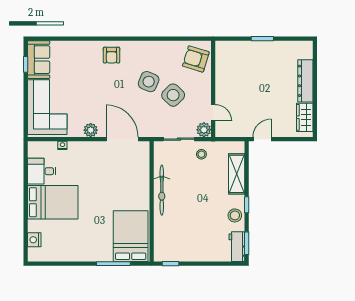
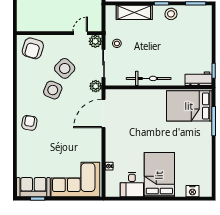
armchair: (111, 55) -> (29, 123), turned -81
plant: (91, 130) -> (96, 86), moved
workbench: (237, 247) -> (198, 79), moved, turned 180

